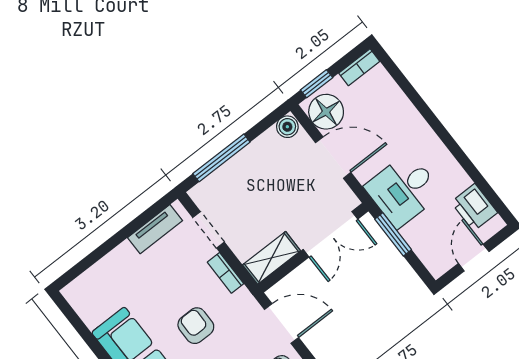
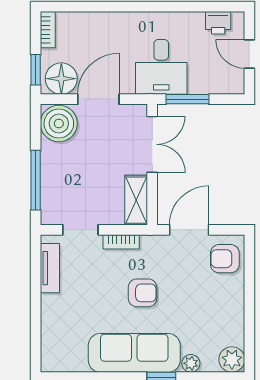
boiler: (287, 127) -> (59, 124), width x1.86, depth x1.86
printer: (474, 207) -> (218, 23), width x0.73, depth x0.81
armchair: (196, 326) -> (142, 293), turned 180

